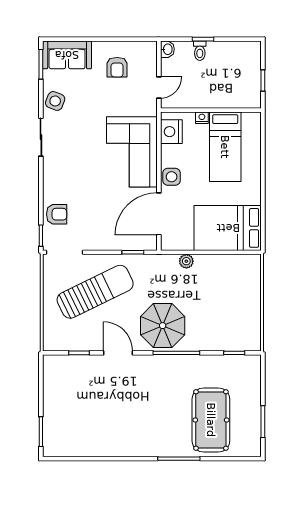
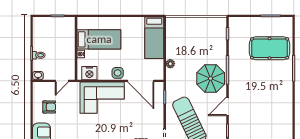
door: (159, 87) -> (62, 81), swing flipped
bed: (228, 228) -> (154, 38), width x0.67

